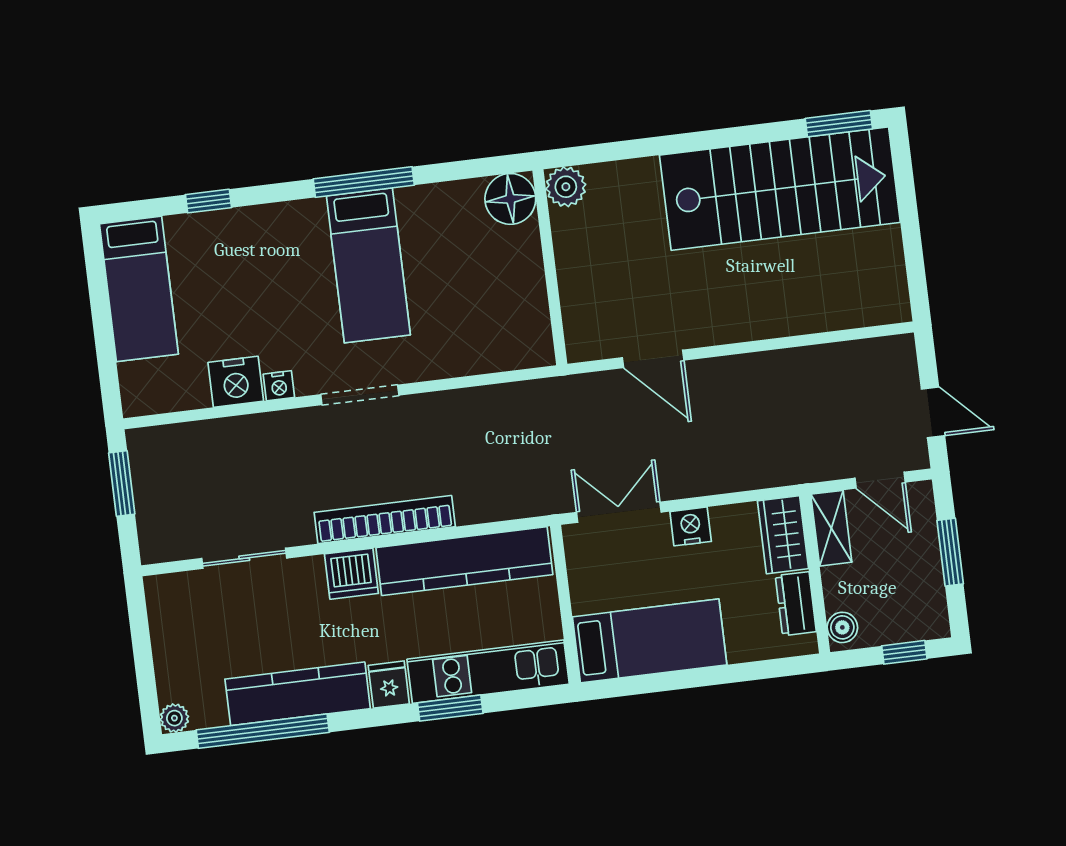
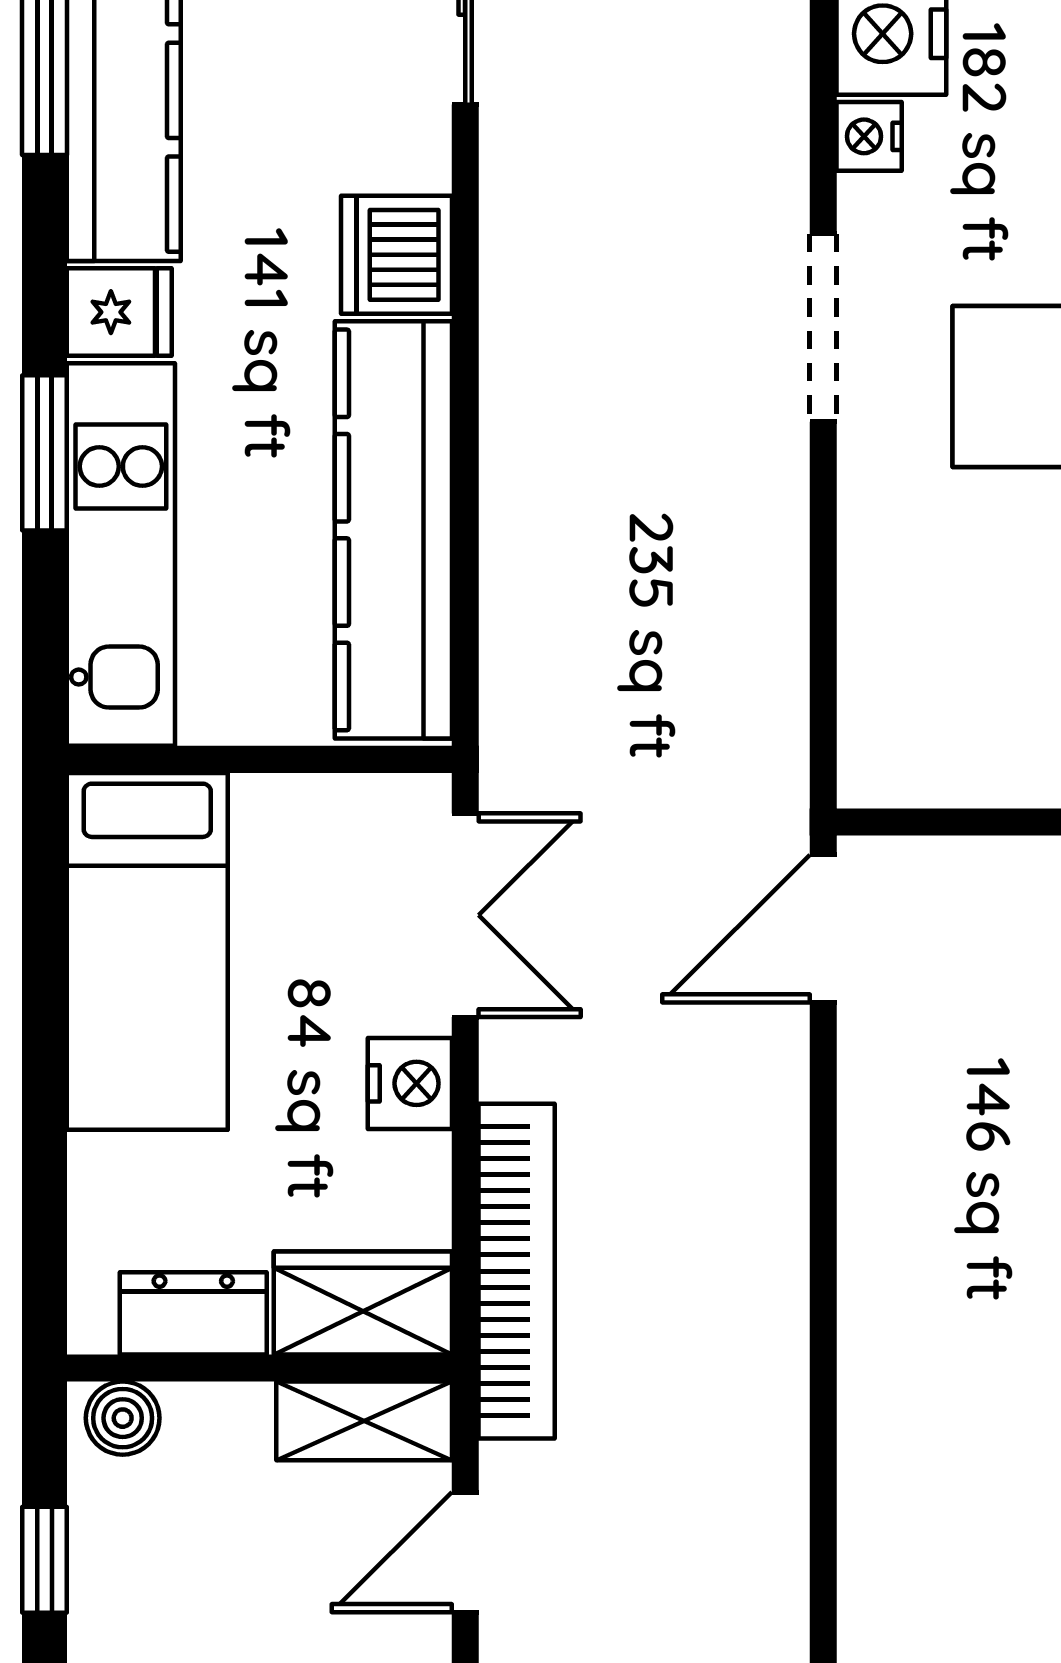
door: (653, 359) -> (823, 929), moved
bookcase: (385, 520) -> (517, 1271), moved

